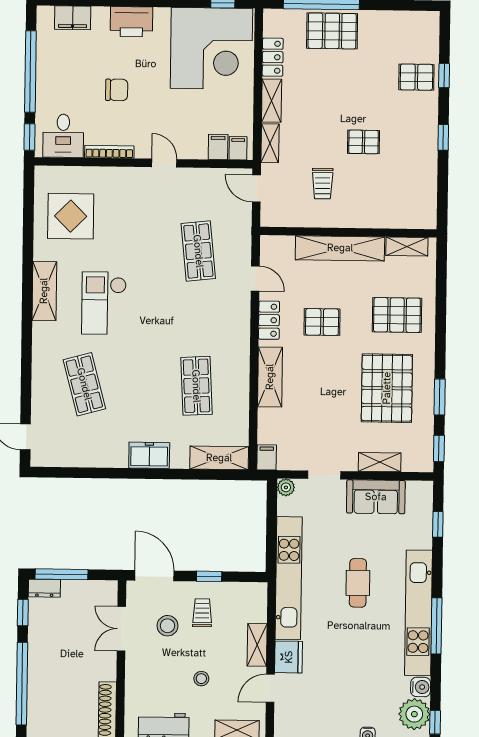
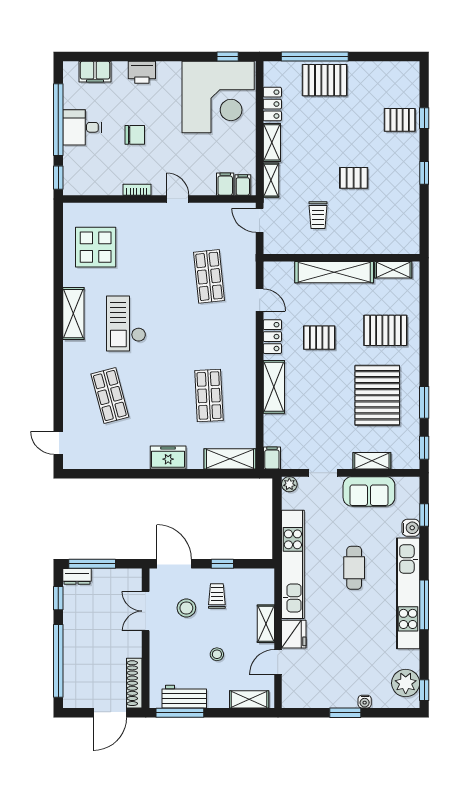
printer: (131, 22) -> (142, 72), width x0.73, depth x0.84
desk: (63, 136) -> (82, 127), moved, turned 90
bookcase: (109, 152) -> (137, 190), width x0.64
water cooler: (421, 687) -> (411, 528), moved

